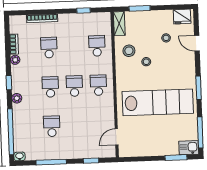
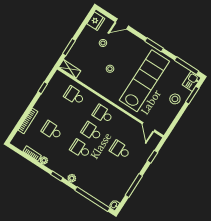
stool: (129, 51) -> (175, 99), moved
school desk: (52, 126) -> (120, 150), moved

